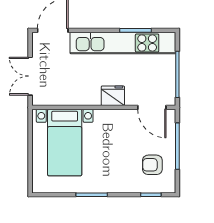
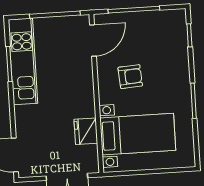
kitchen unit: (123, 43) -> (23, 61), width x0.73
fridge: (113, 96) -> (86, 131), moved
armchair: (152, 165) -> (130, 77), moved, turned -94

